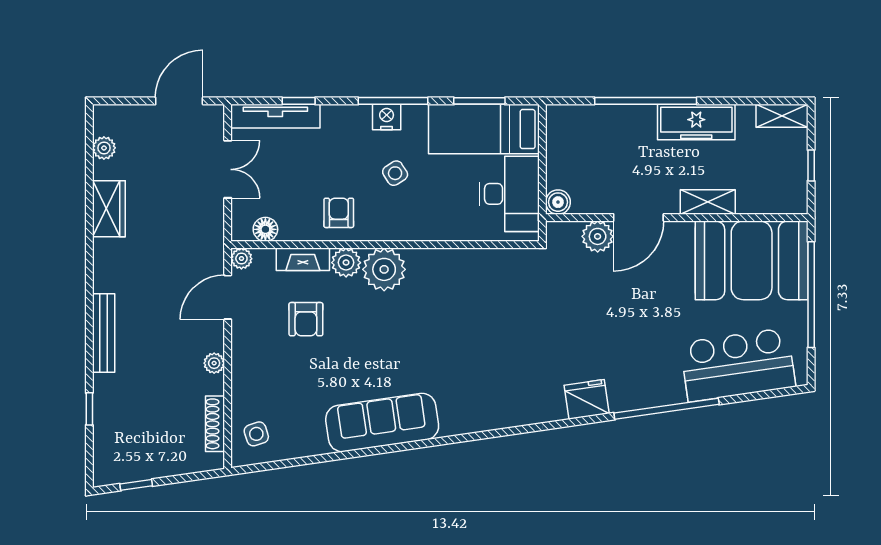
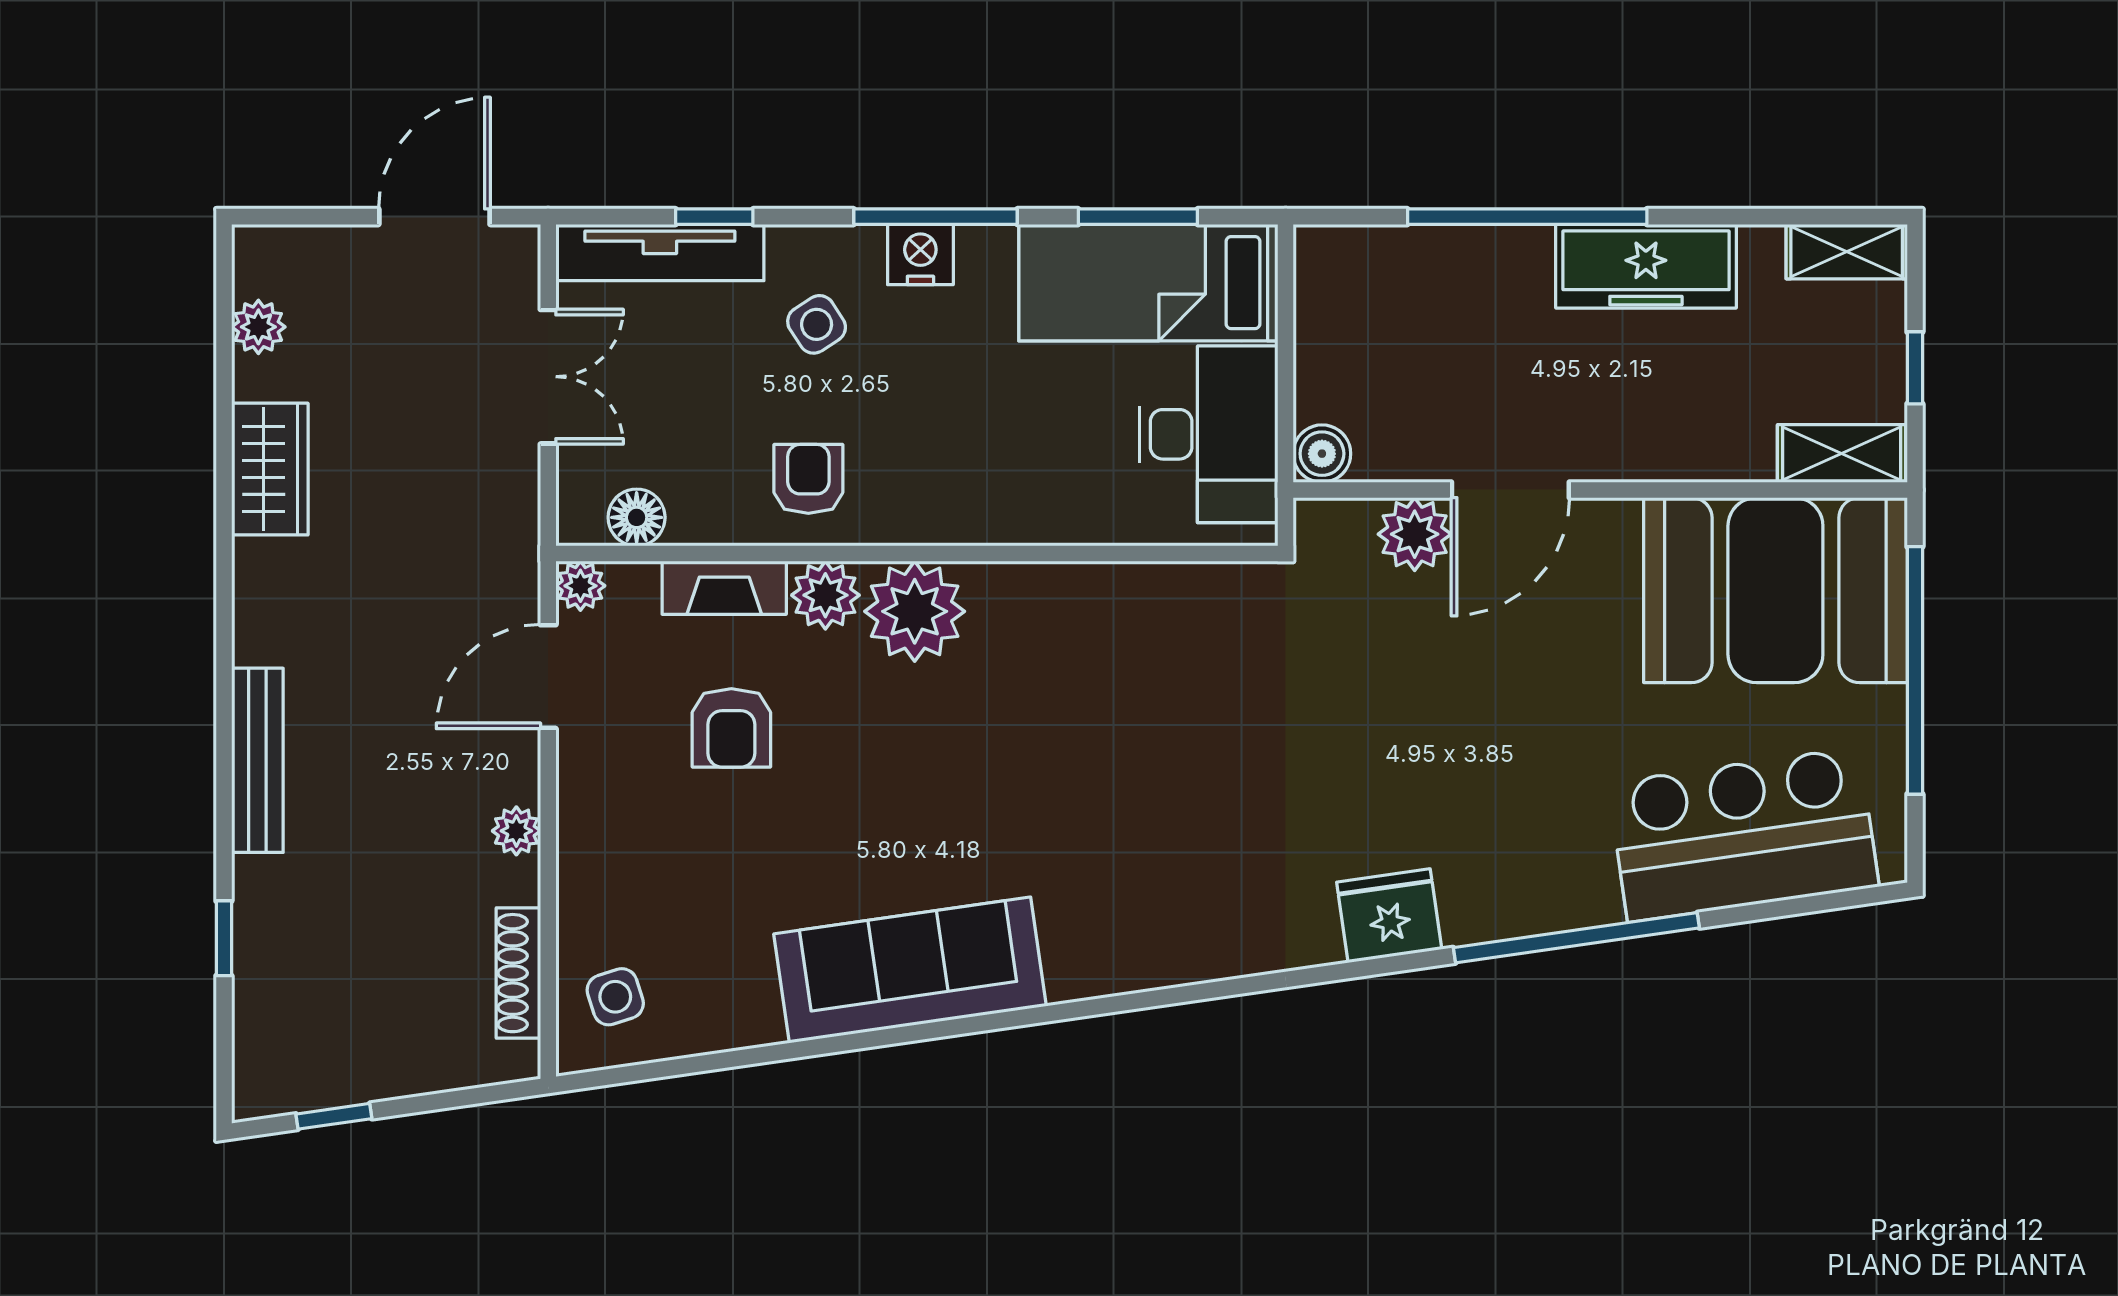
side table: (395, 173) -> (817, 324), moved
shelving: (708, 202) -> (1842, 454), moved

